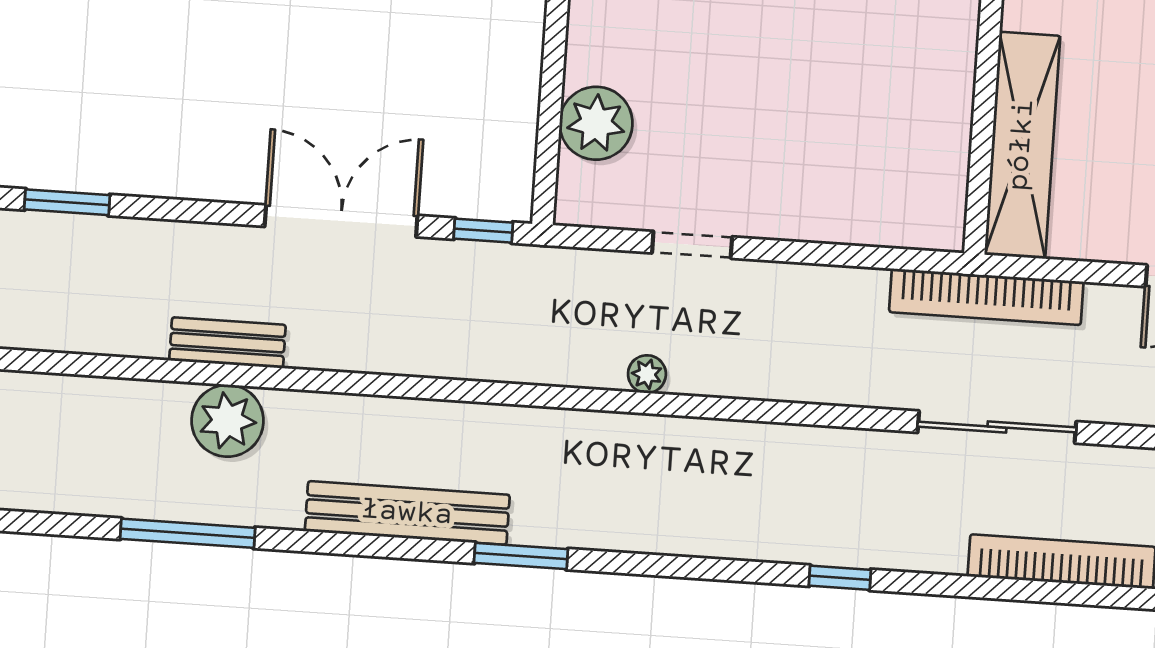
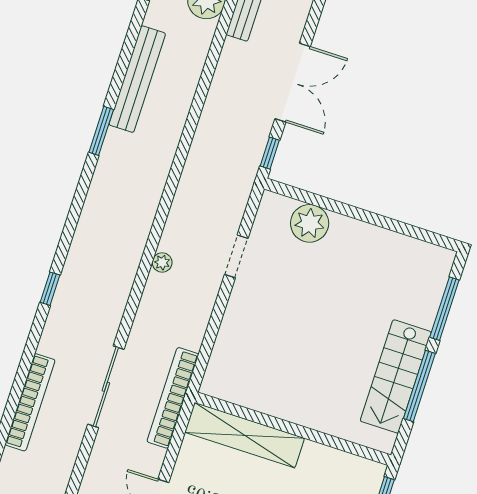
plant: (647, 374) -> (162, 262), moved

